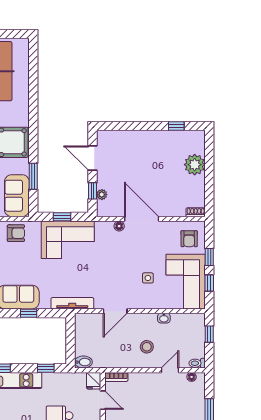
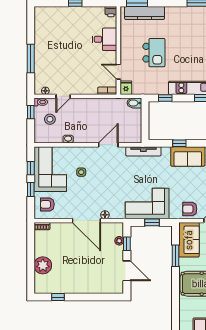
armchair: (189, 239) -> (47, 204), turned -90
window: (209, 334) -> (31, 112), moved
stool: (147, 347) -> (50, 119), moved

